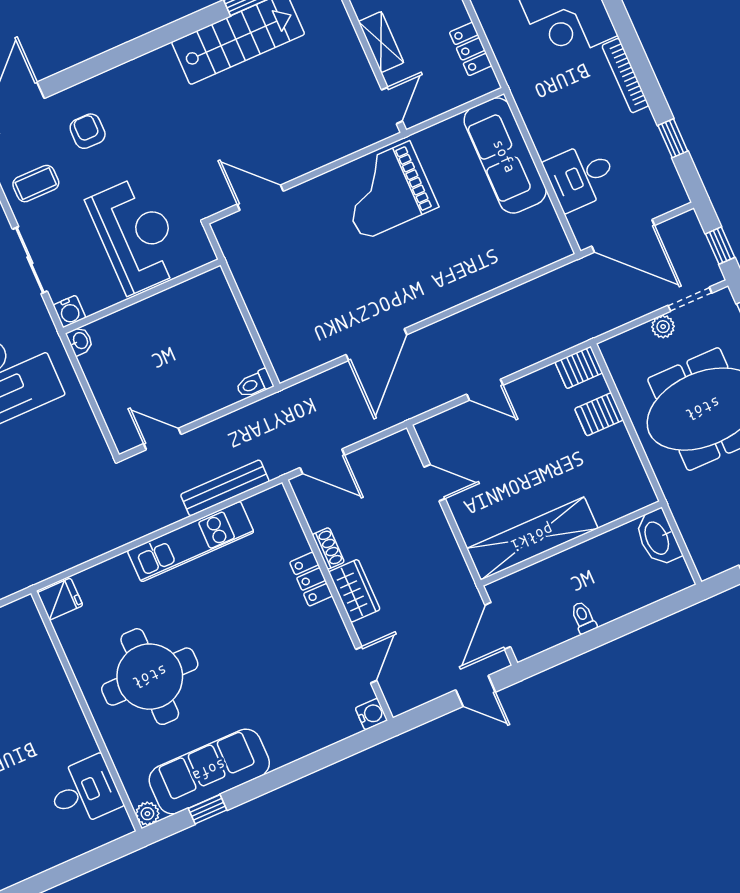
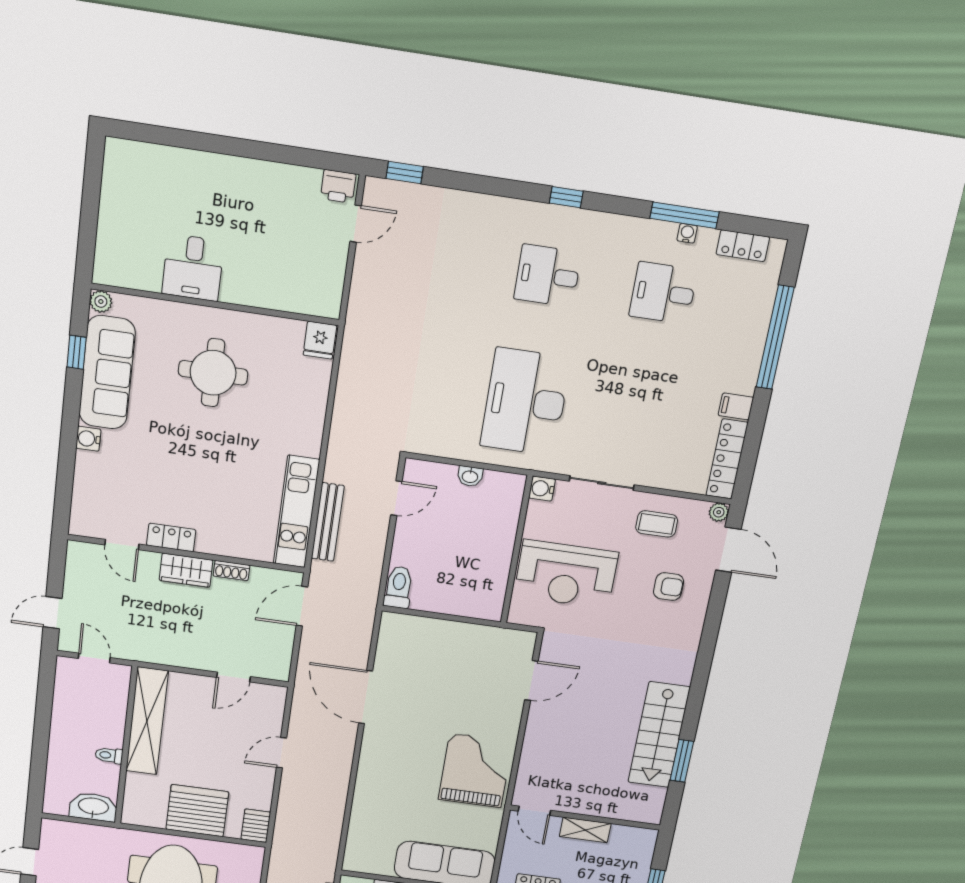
coffee table: (36, 184) -> (657, 524), turned 90
washbasin: (80, 341) -> (470, 476), moved
toilet: (254, 384) -> (398, 587), width x1.37, depth x1.39
server rack: (599, 414) -> (197, 811), width x2.18, depth x1.44
kitchen unit: (191, 542) -> (296, 512), moved
locker: (311, 579) -> (171, 538), moved
toilet: (583, 618) -> (109, 755), moved, turned 180
door: (498, 626) -> (94, 658), width x0.73
round table: (150, 677) -> (213, 373), width x0.73, depth x0.73
water cooler: (371, 714) -> (88, 439), moved, turned 90
desk: (84, 791) -> (193, 268), moved

